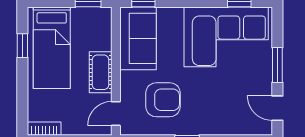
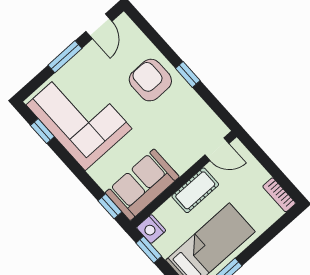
nightstand: (101, 17) -> (151, 229), added
armchair: (163, 100) -> (150, 80), moved

